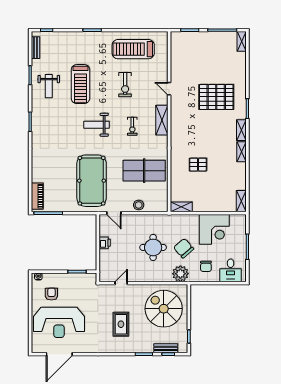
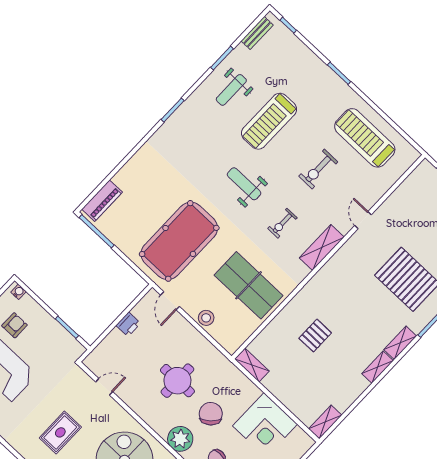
pallet: (198, 165) -> (315, 336), turned 90

